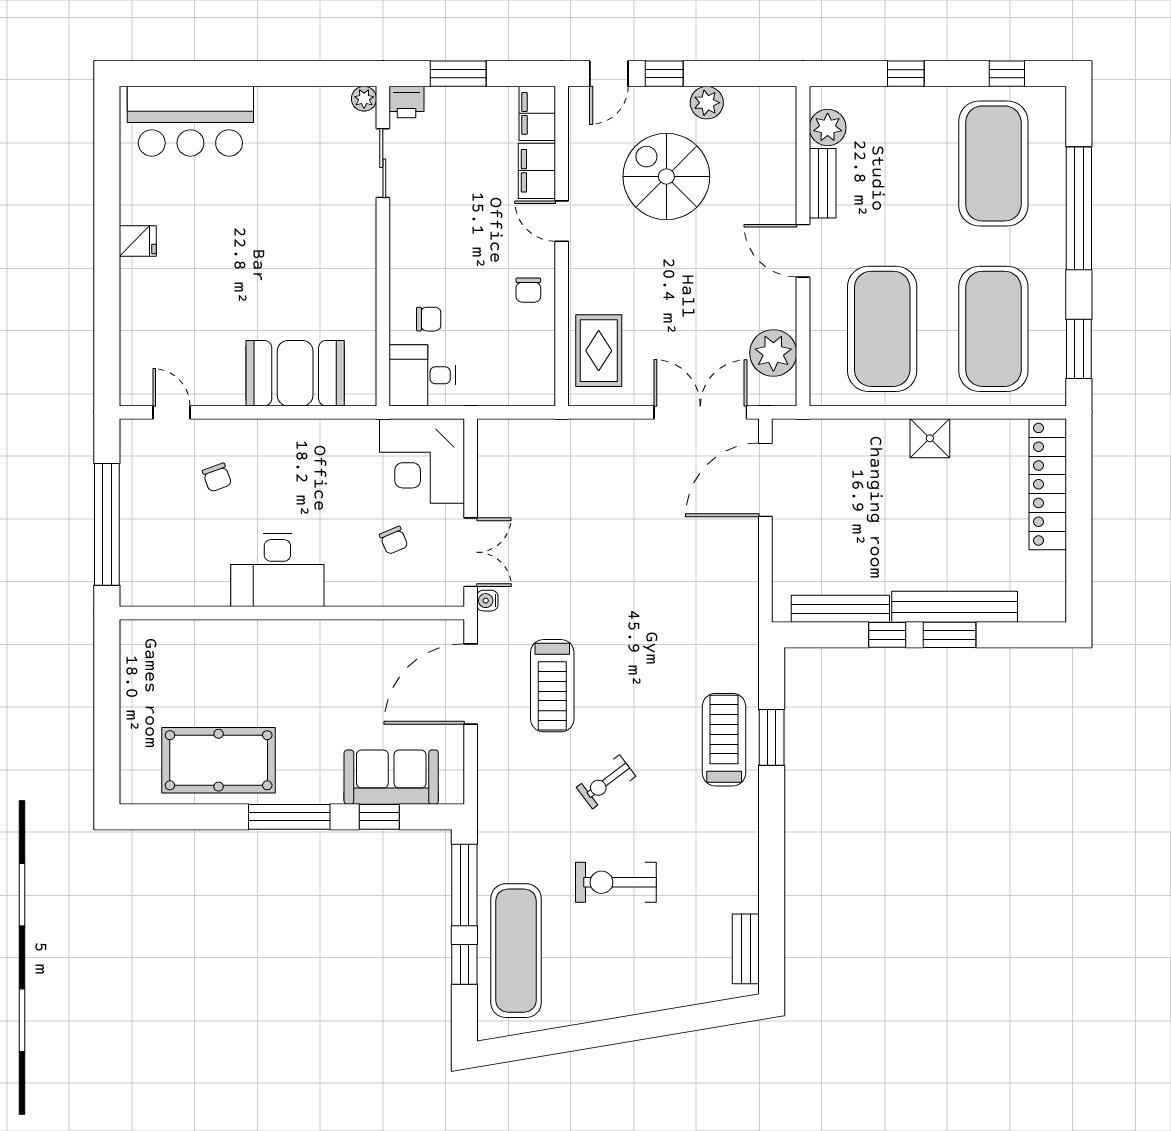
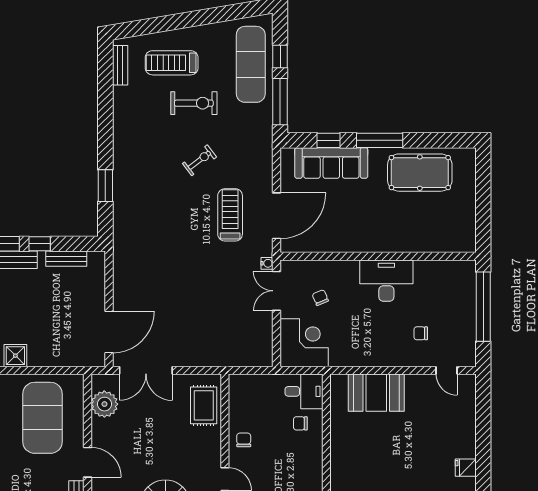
chair: (217, 477) -> (421, 333), turned -70
bench: (840, 609) -> (66, 259), width x0.73
treadmill: (724, 740) -> (172, 63), moved, turned 90
sofa: (391, 777) -> (331, 163), width x1.36

